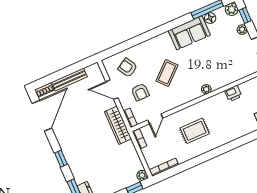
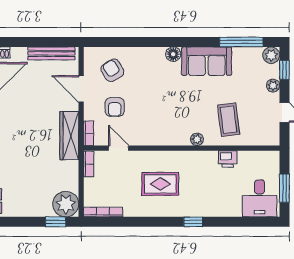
floor lamp: (210, 18) -> (173, 54), moved
coffee table: (167, 73) -> (229, 120), moved, turned -55
bench: (69, 79) -> (51, 53), moved
door: (155, 119) -> (119, 148), swing flipped
window: (229, 147) -> (193, 222), added
plant: (142, 175) -> (66, 204), width x1.87, depth x1.87

